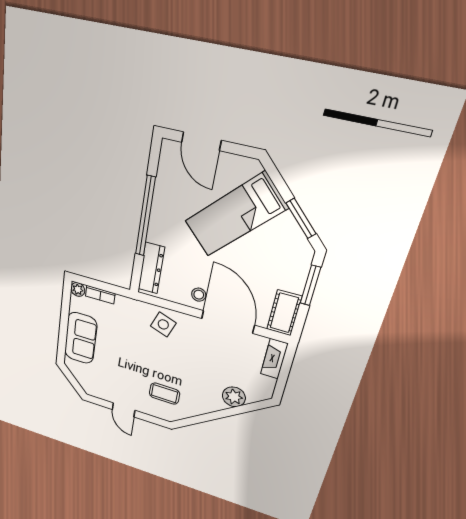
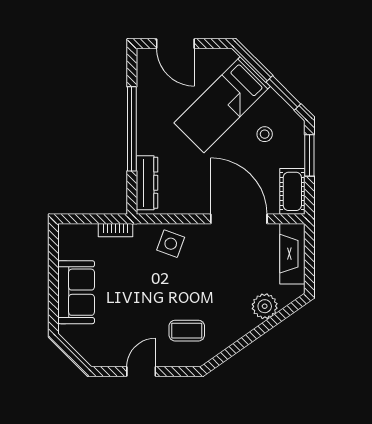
plant: (78, 289) -> (66, 232), removed
bookcase: (100, 295) -> (115, 230), moved
stool: (199, 295) -> (265, 134), moved
fireplace: (274, 359) -> (292, 254), width x1.37, depth x1.32
door: (124, 410) -> (141, 371), swing flipped

